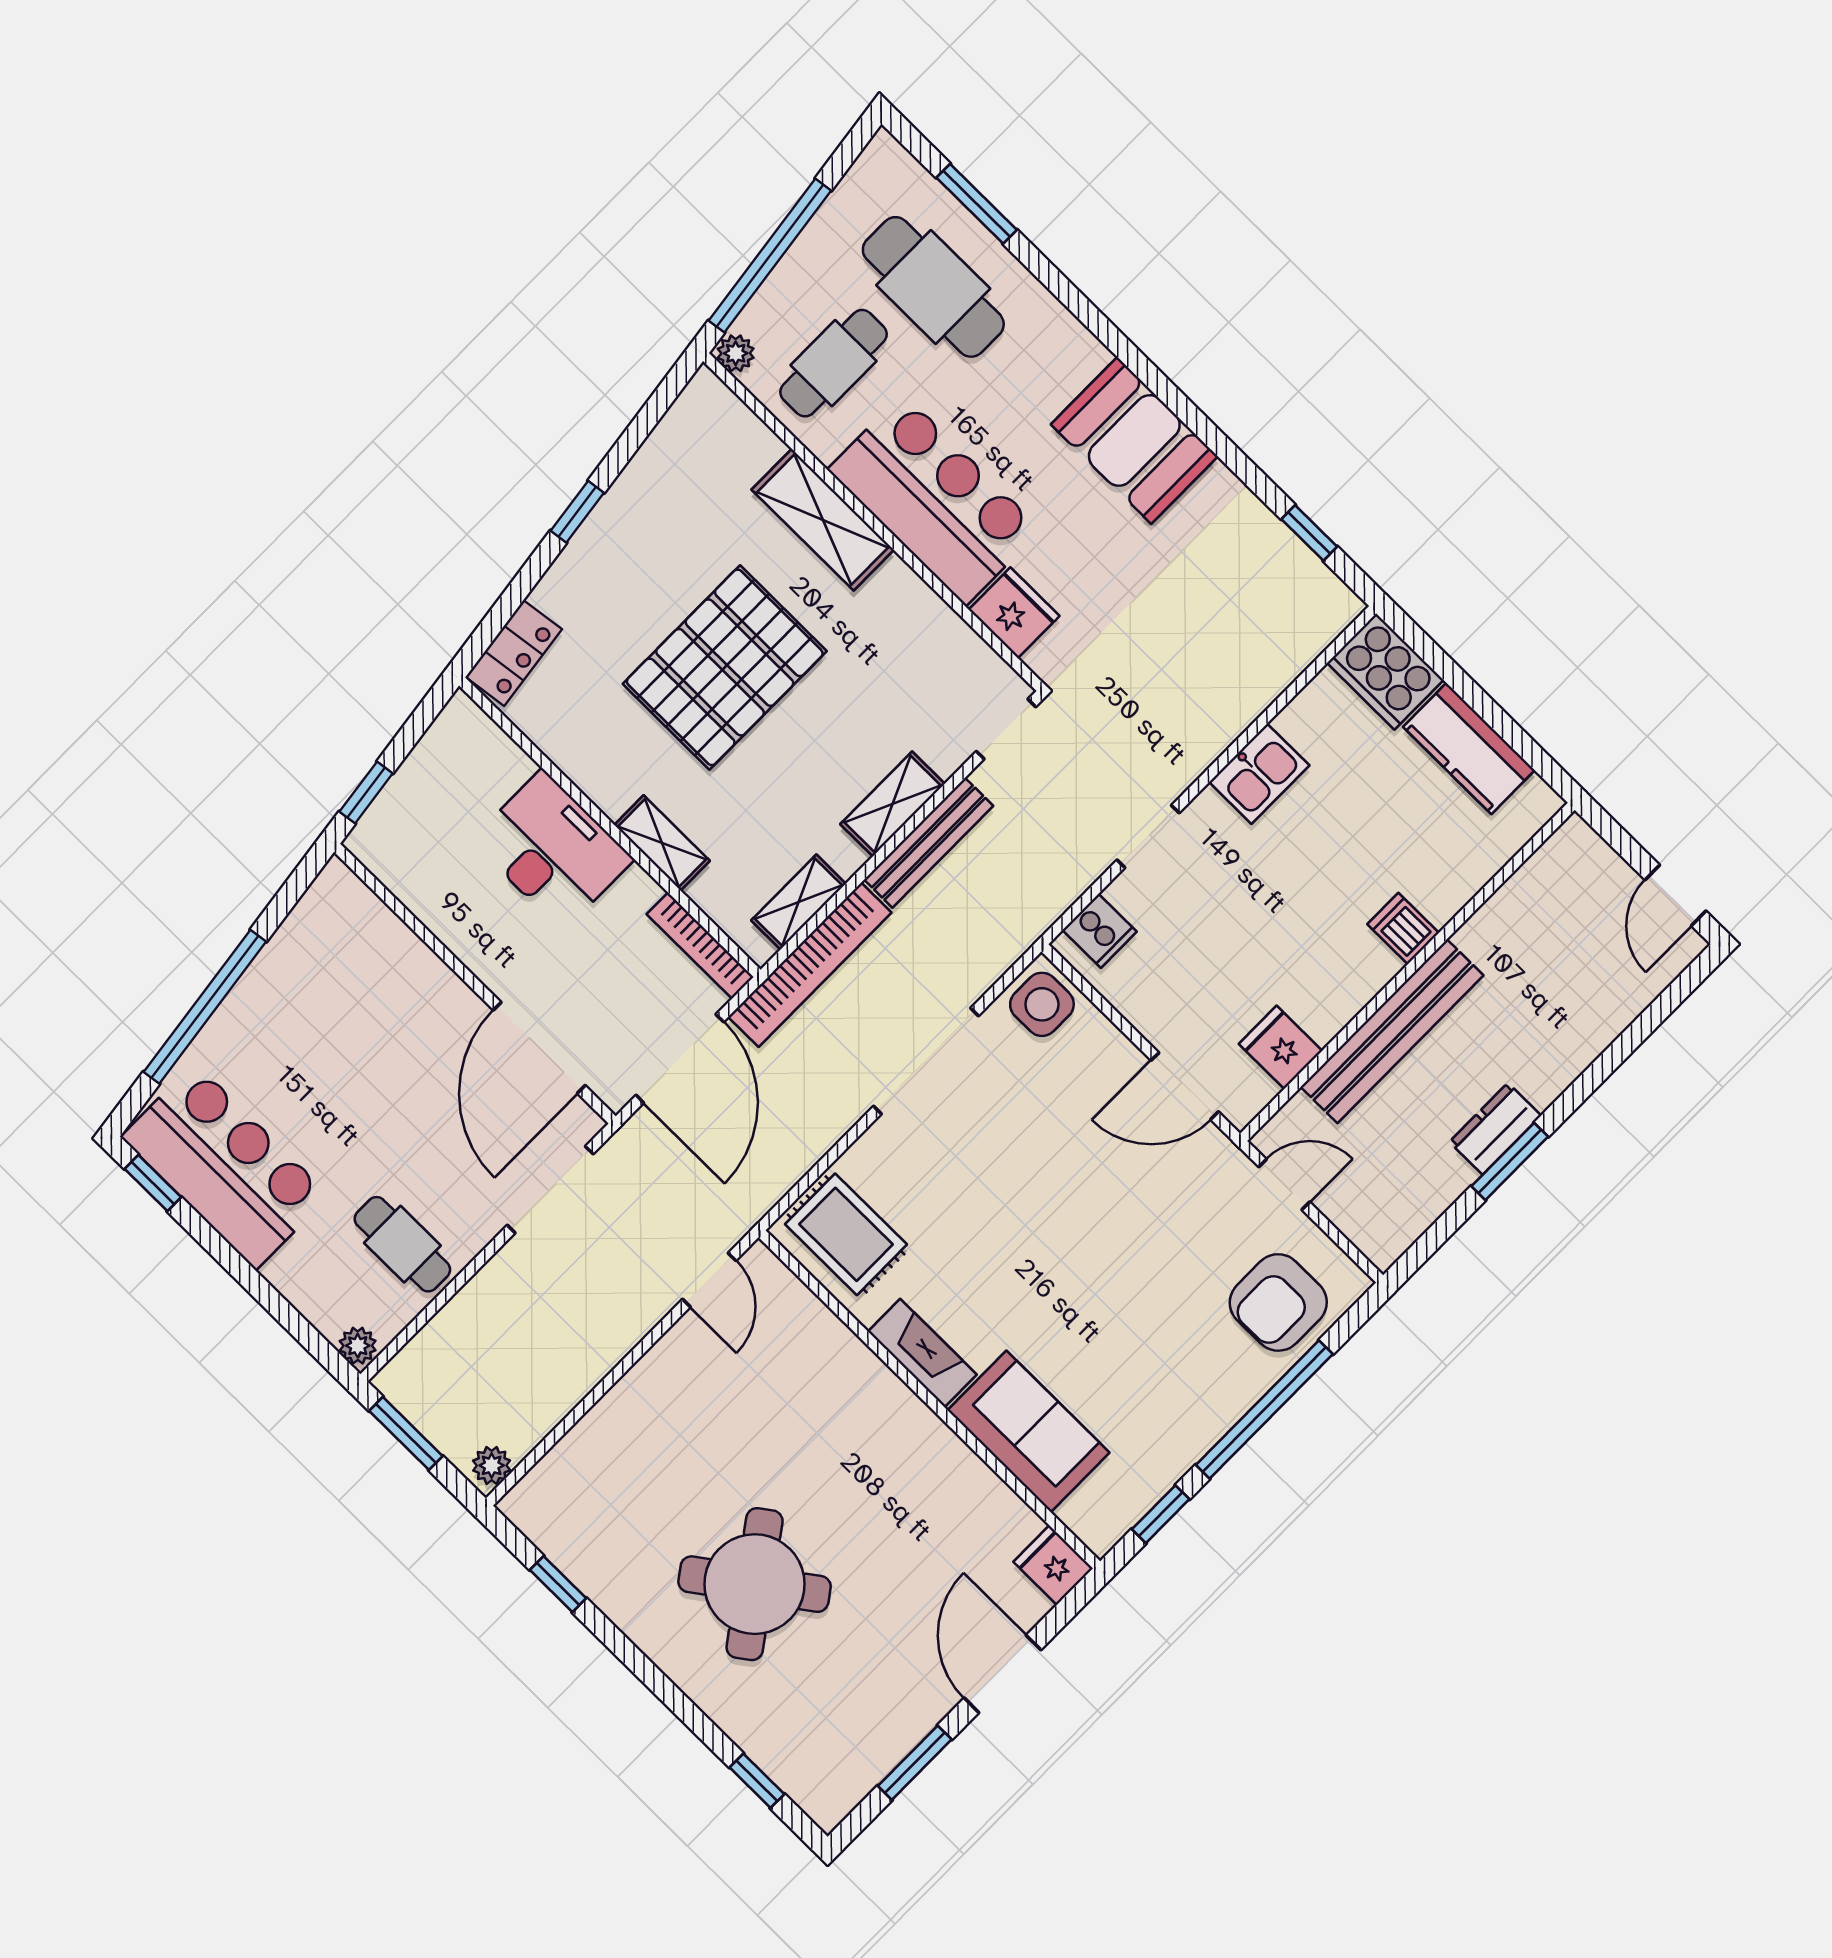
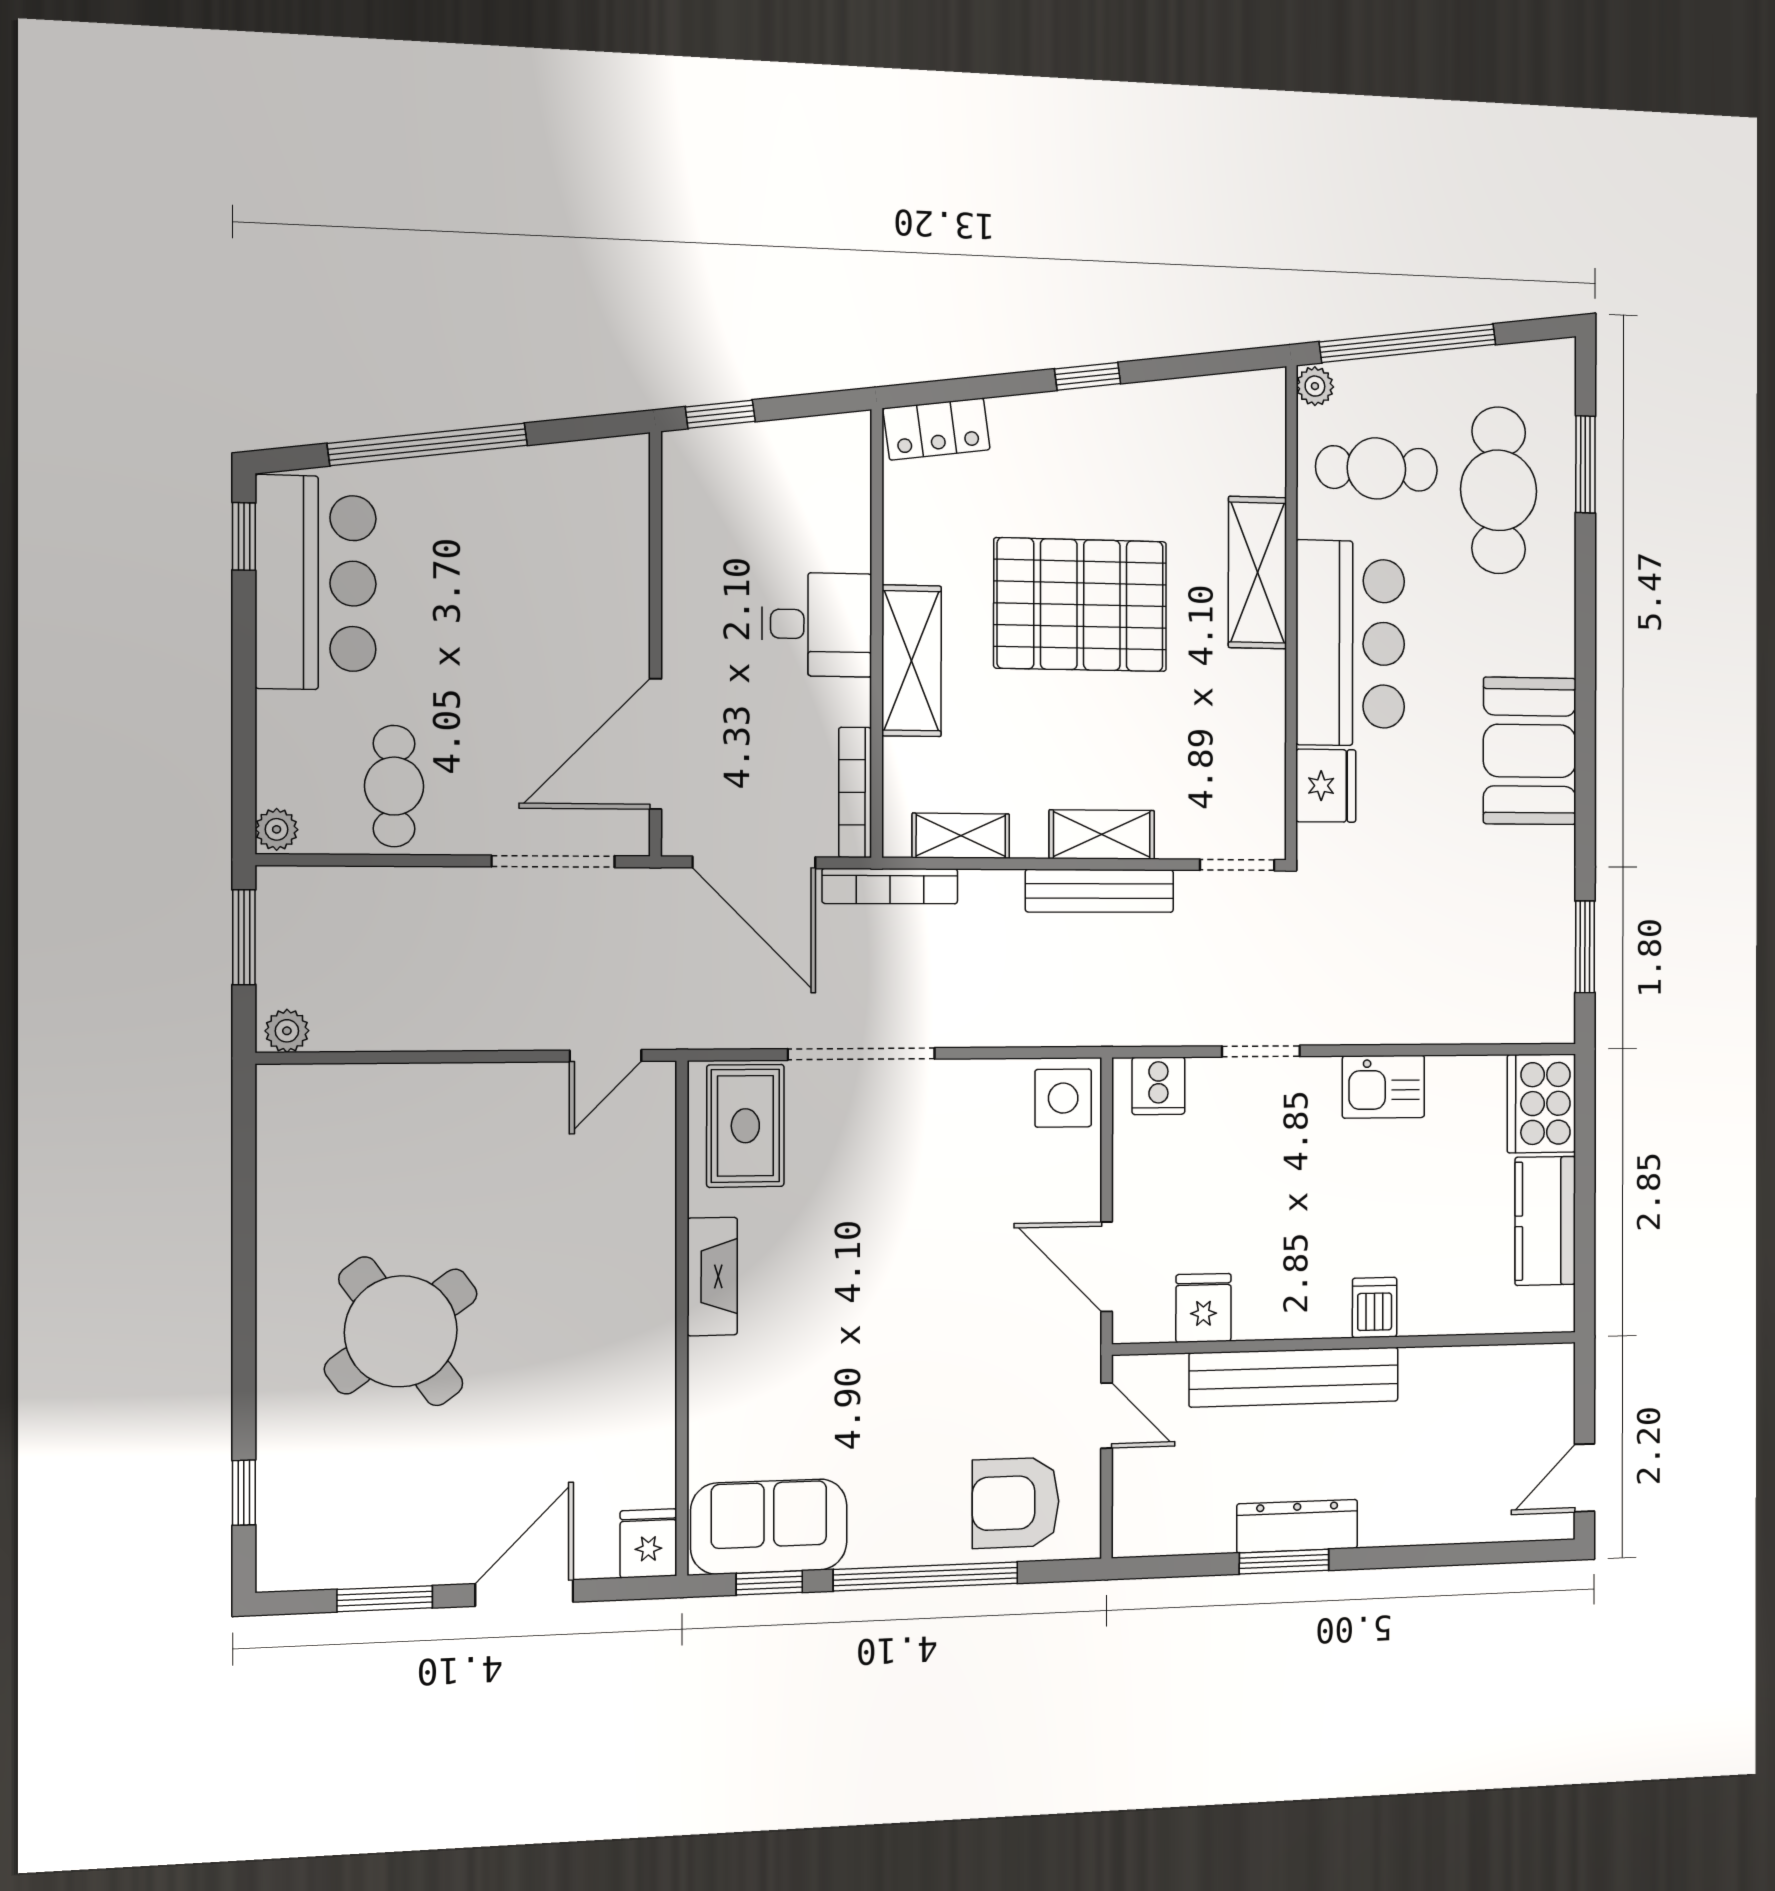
window: (1309, 533) -> (1585, 947), width x1.50
shelving: (662, 843) -> (912, 661), width x1.50, depth x1.33
desk: (552, 850) -> (817, 624), width x0.73
bookcase: (810, 965) -> (890, 886), width x0.68, depth x0.76
door: (680, 1059) -> (754, 862), hinge flipped
doorway: (926, 1061) -> (862, 1054), moved
dresser: (1495, 1129) -> (1297, 1526), width x1.44
sofa: (1029, 1431) -> (769, 1526), moved, turned -90
window: (558, 1584) -> (244, 1178), removed

